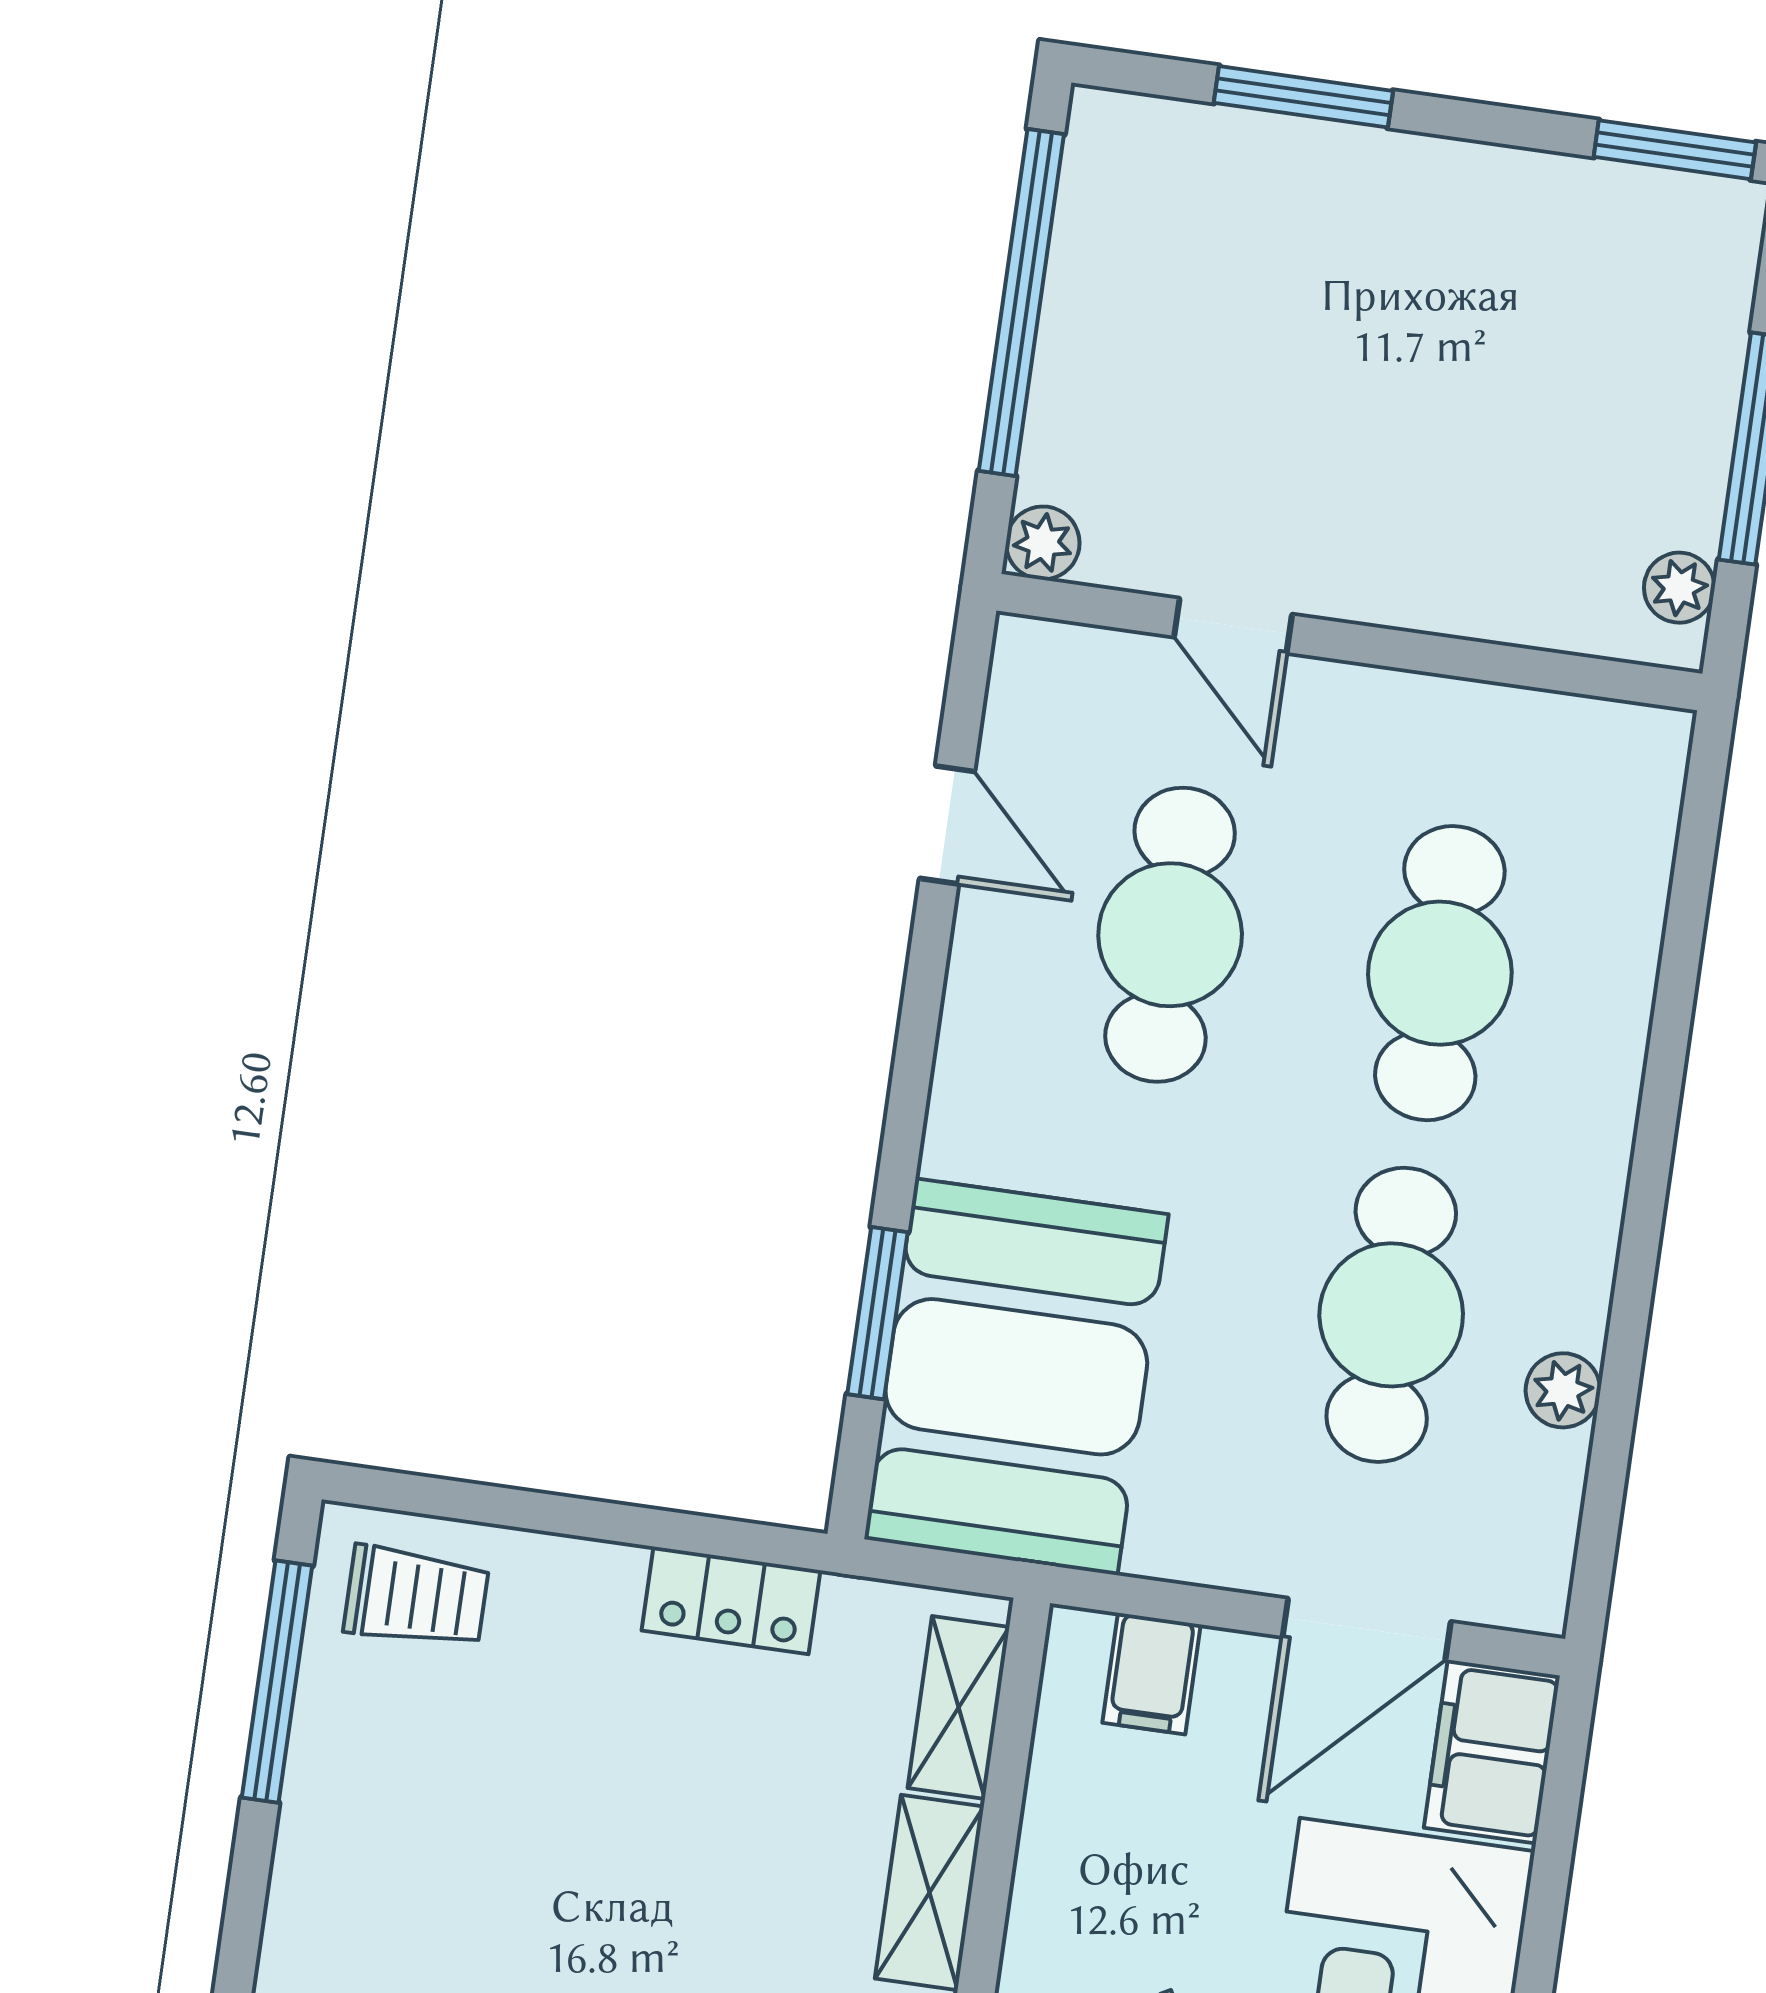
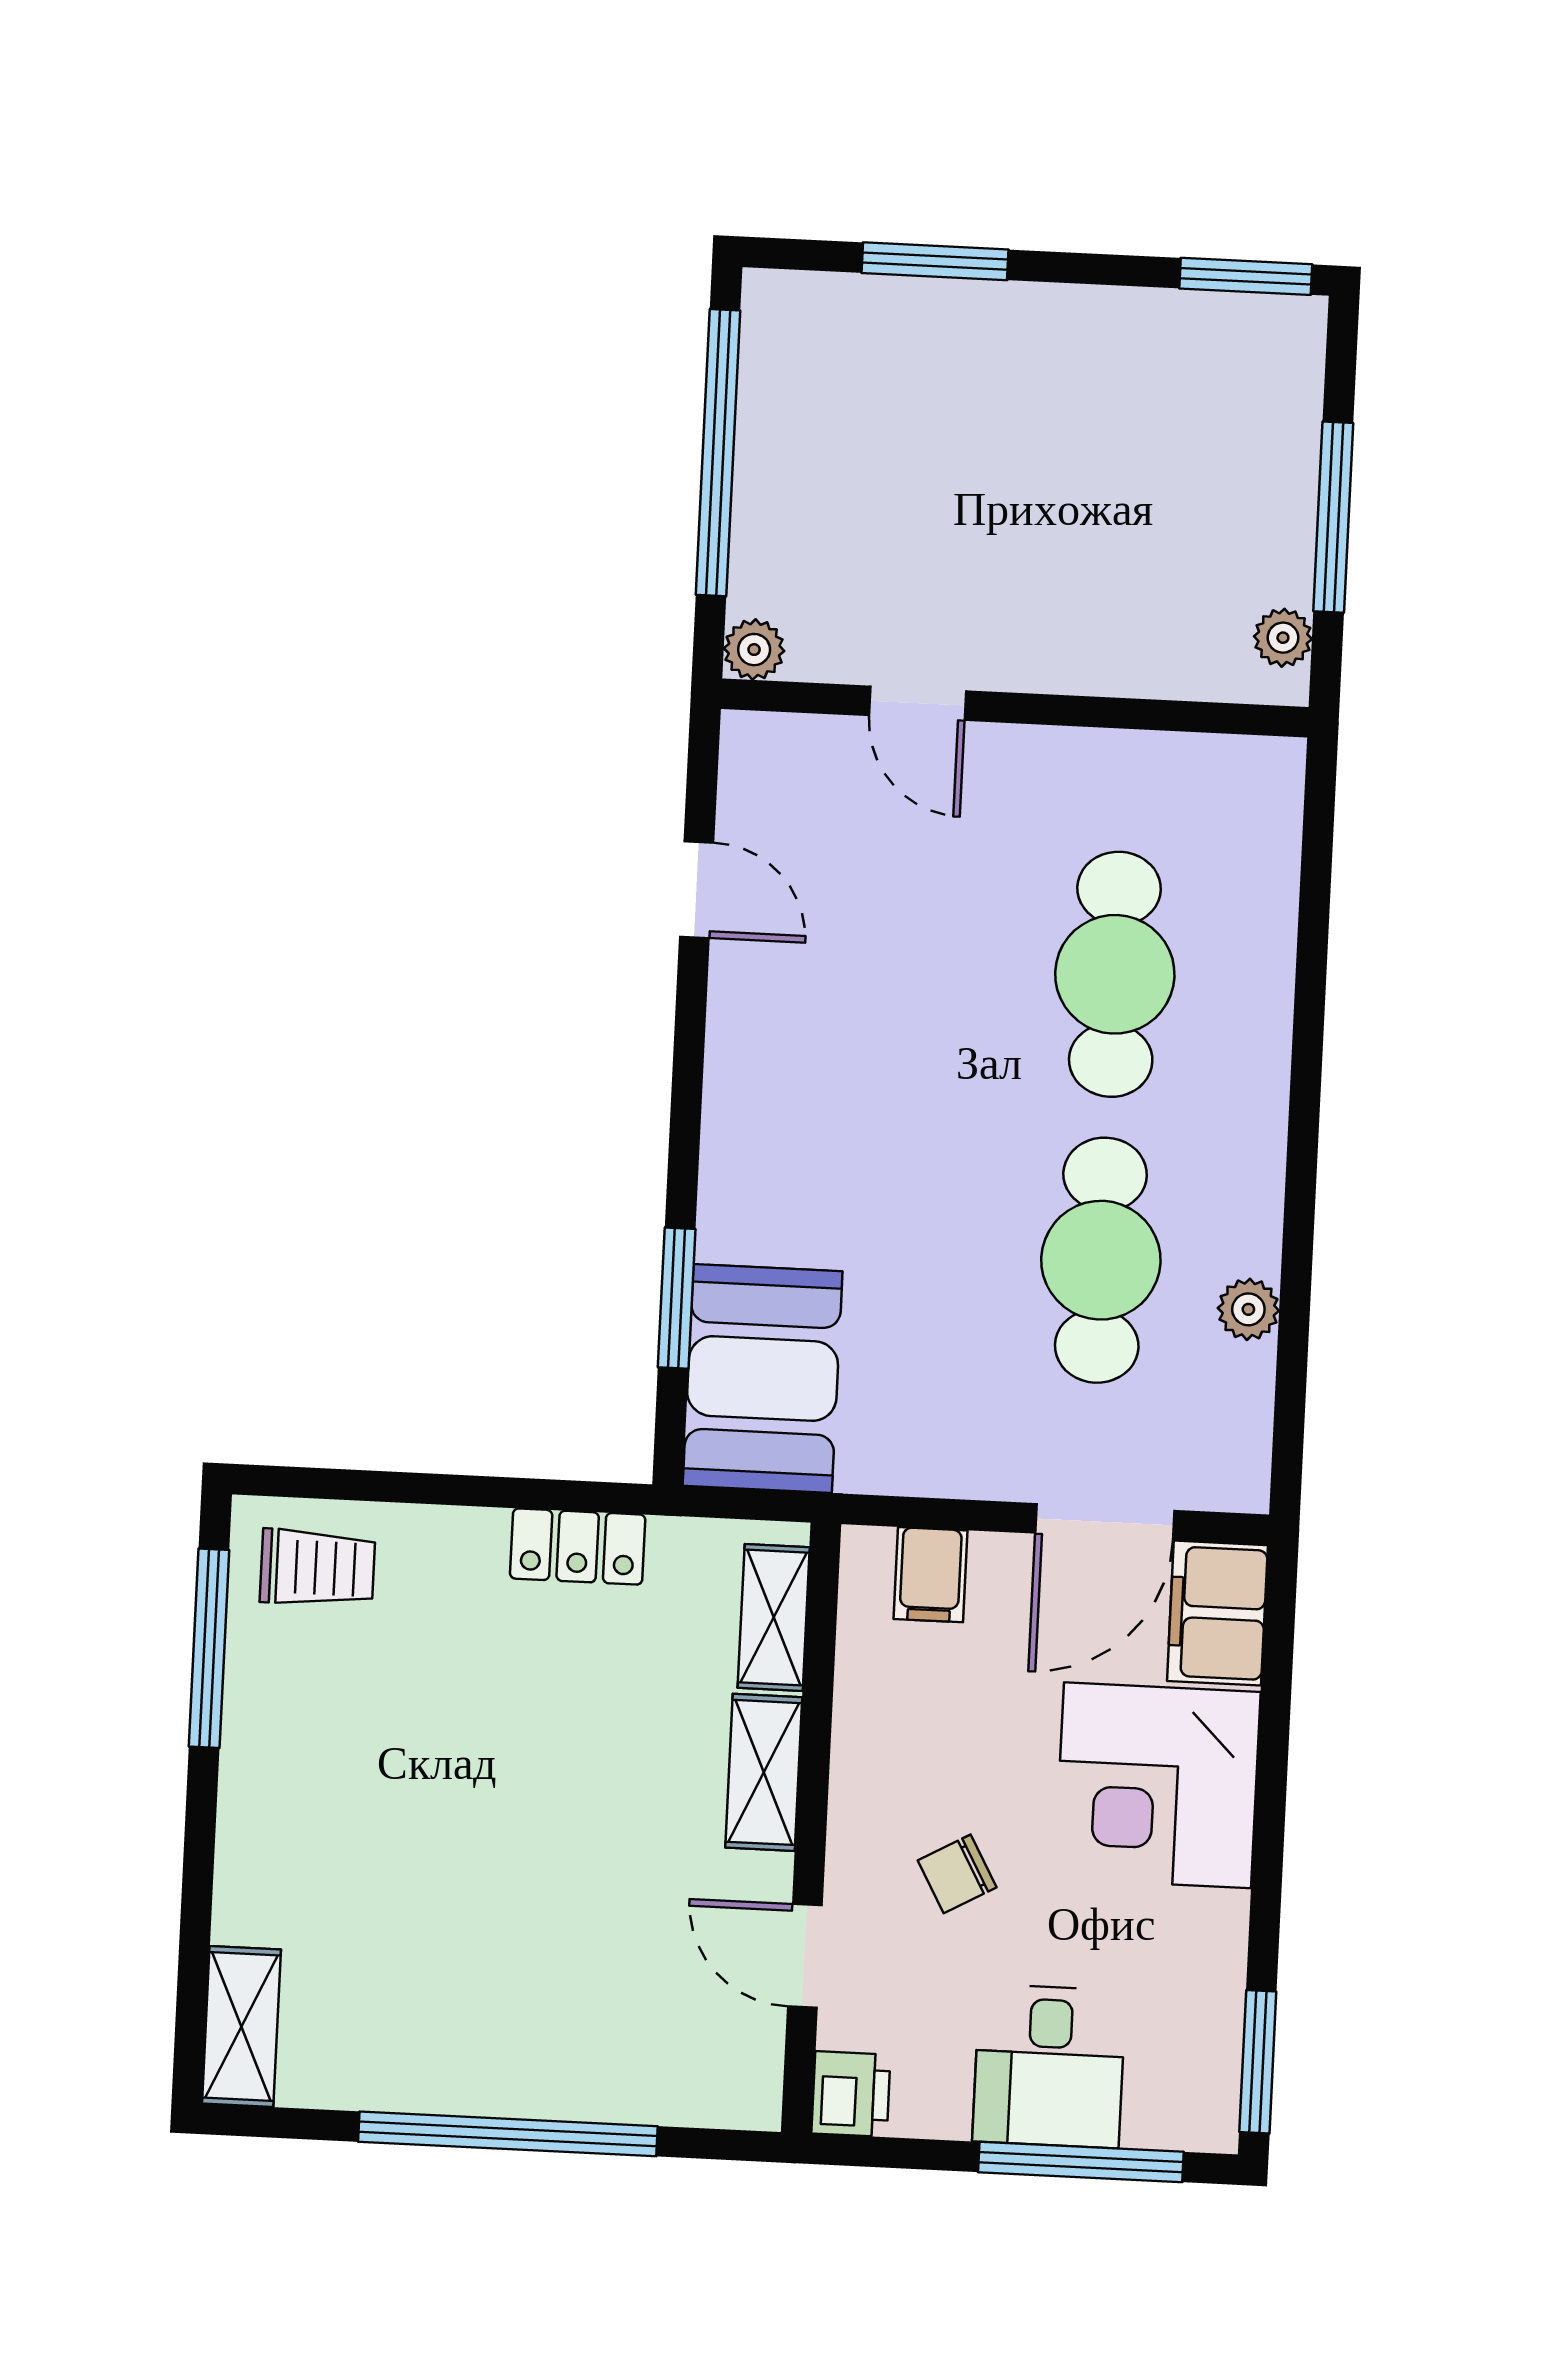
cafe table: (1170, 935) -> (889, 963), removed
booth: (1016, 1377) -> (763, 1379), width x0.73, depth x0.70

